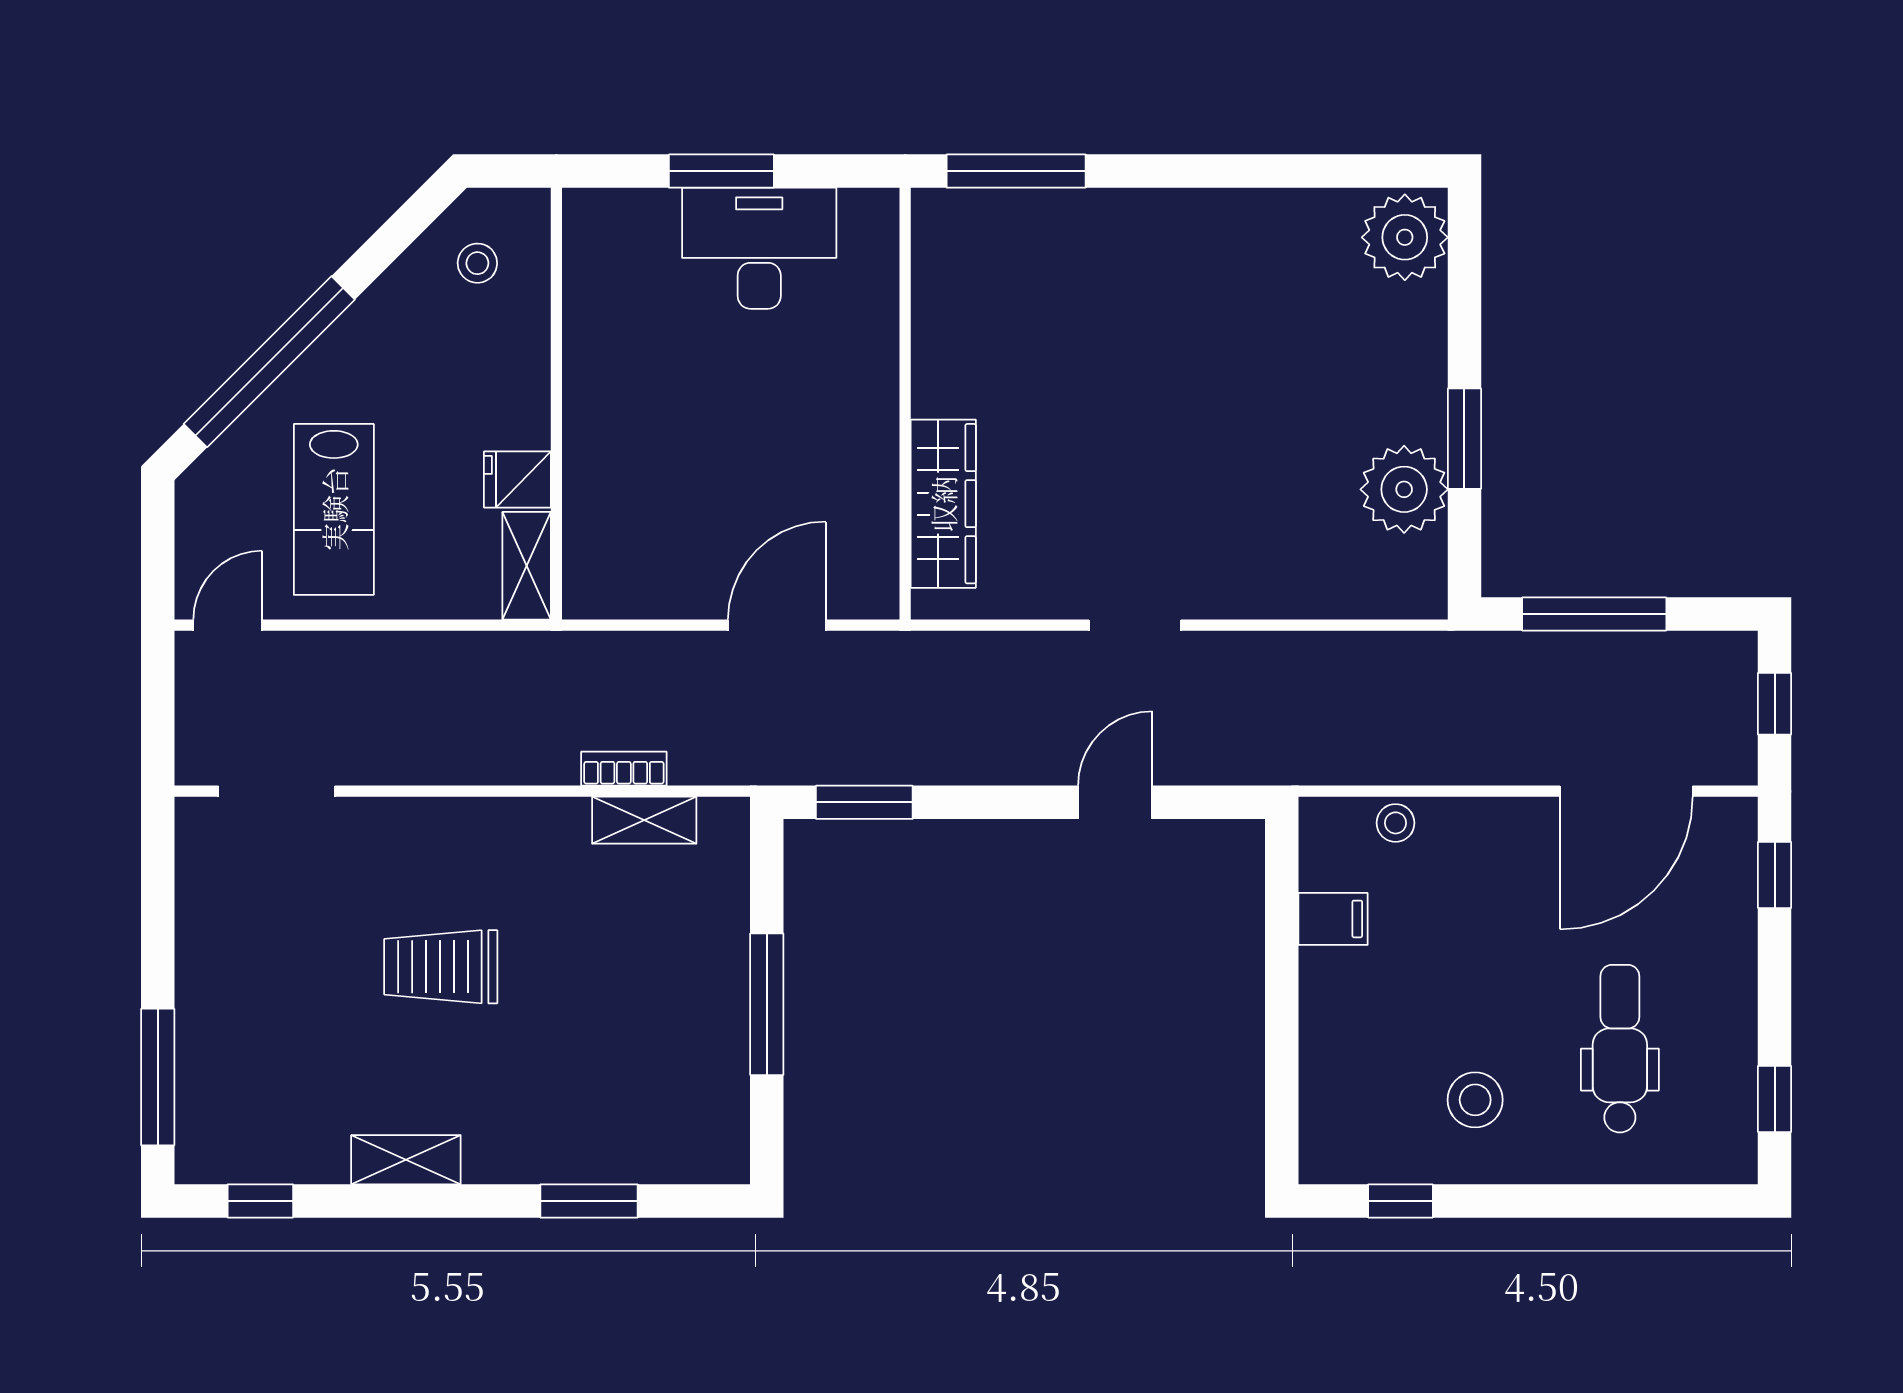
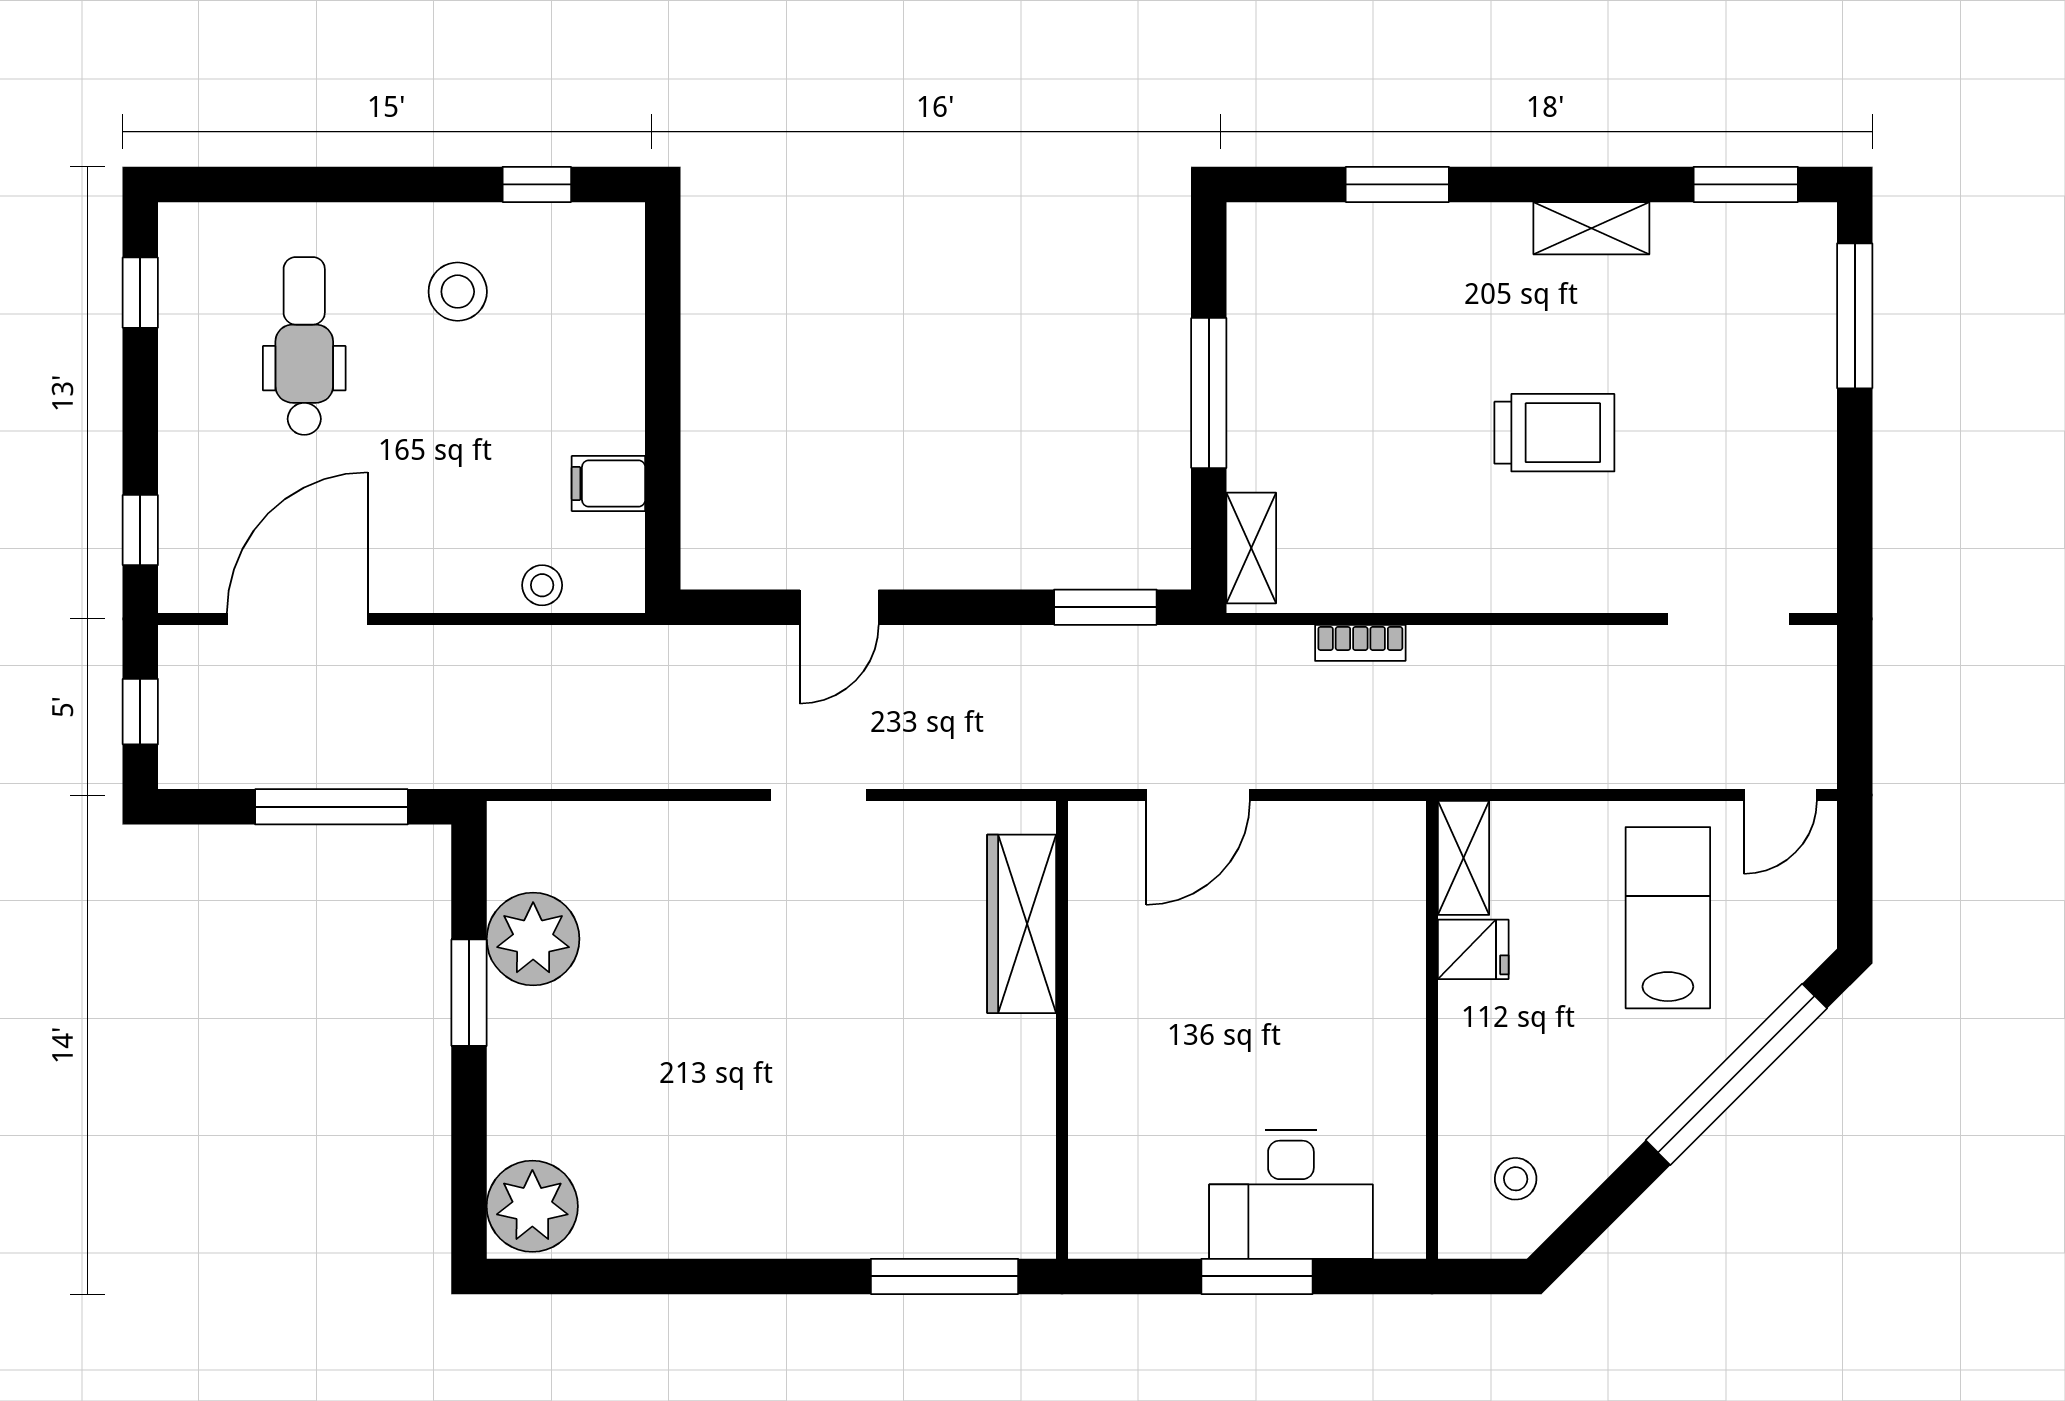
desk: (759, 248) -> (1291, 1195), moved
shelving: (644, 820) -> (1251, 548), moved, turned 90
dental chair: (1620, 1049) -> (304, 346), turned 180
window: (260, 1201) -> (1746, 184), width x1.50

